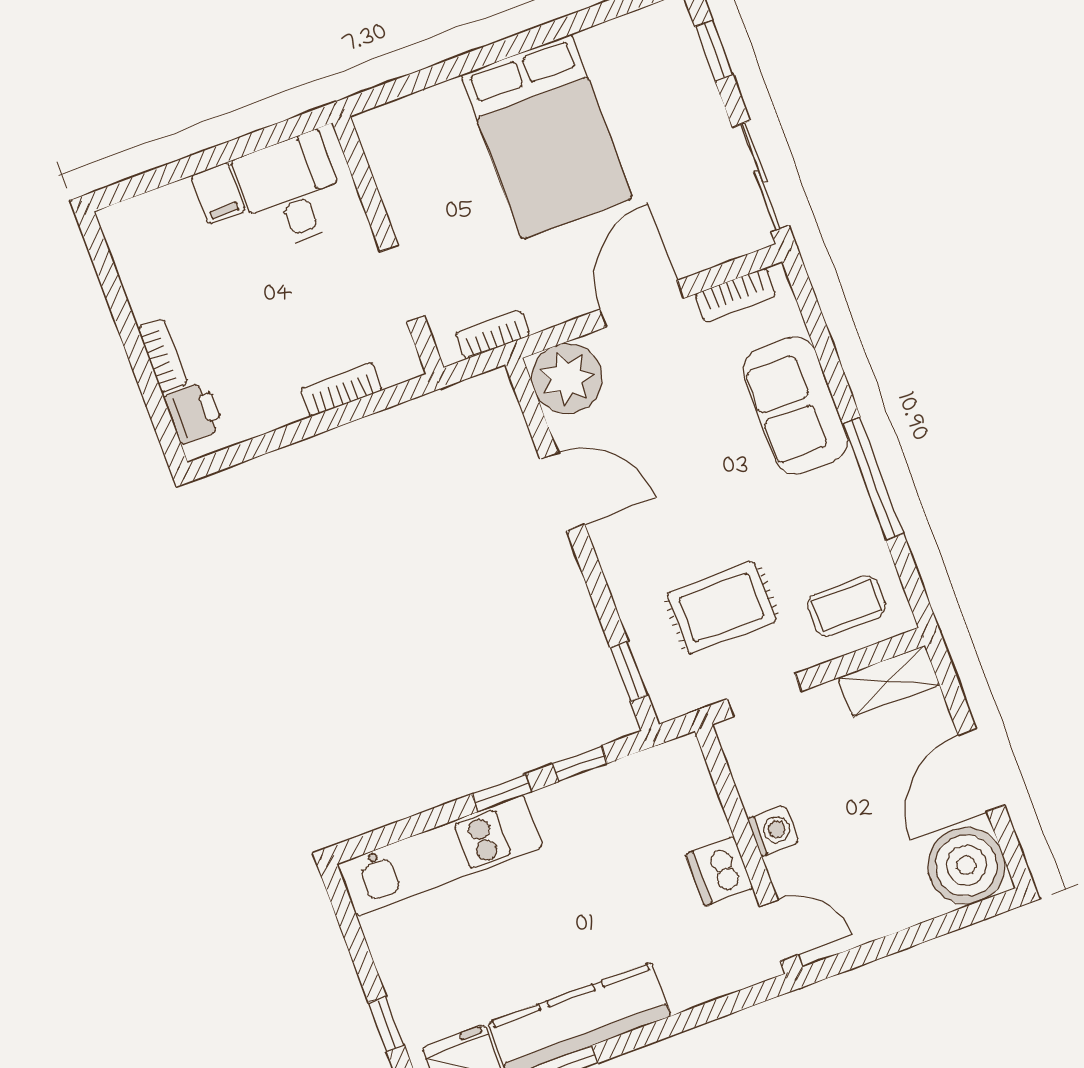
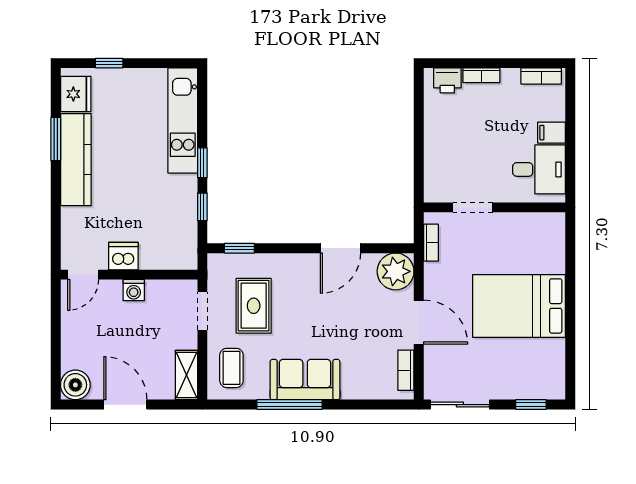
bookcase: (341, 389) -> (541, 76), moved, turned 90
sofa: (796, 406) -> (305, 380), moved
boiler: (966, 866) -> (75, 385), width x0.73, depth x0.73

